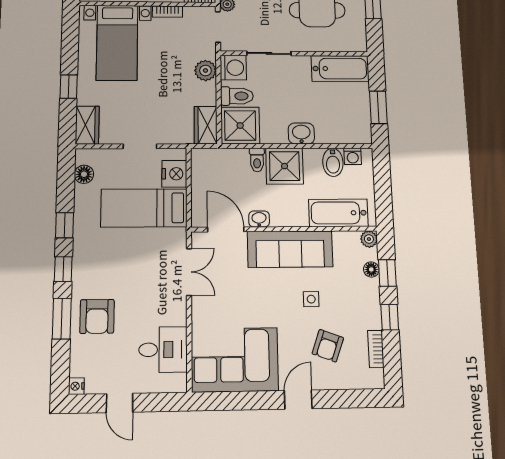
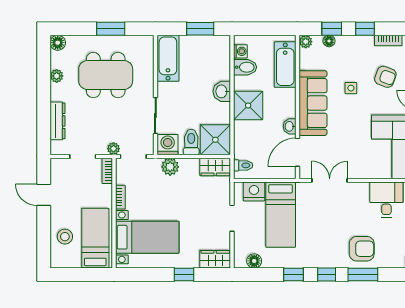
toilet: (257, 160) -> (243, 165), moved

